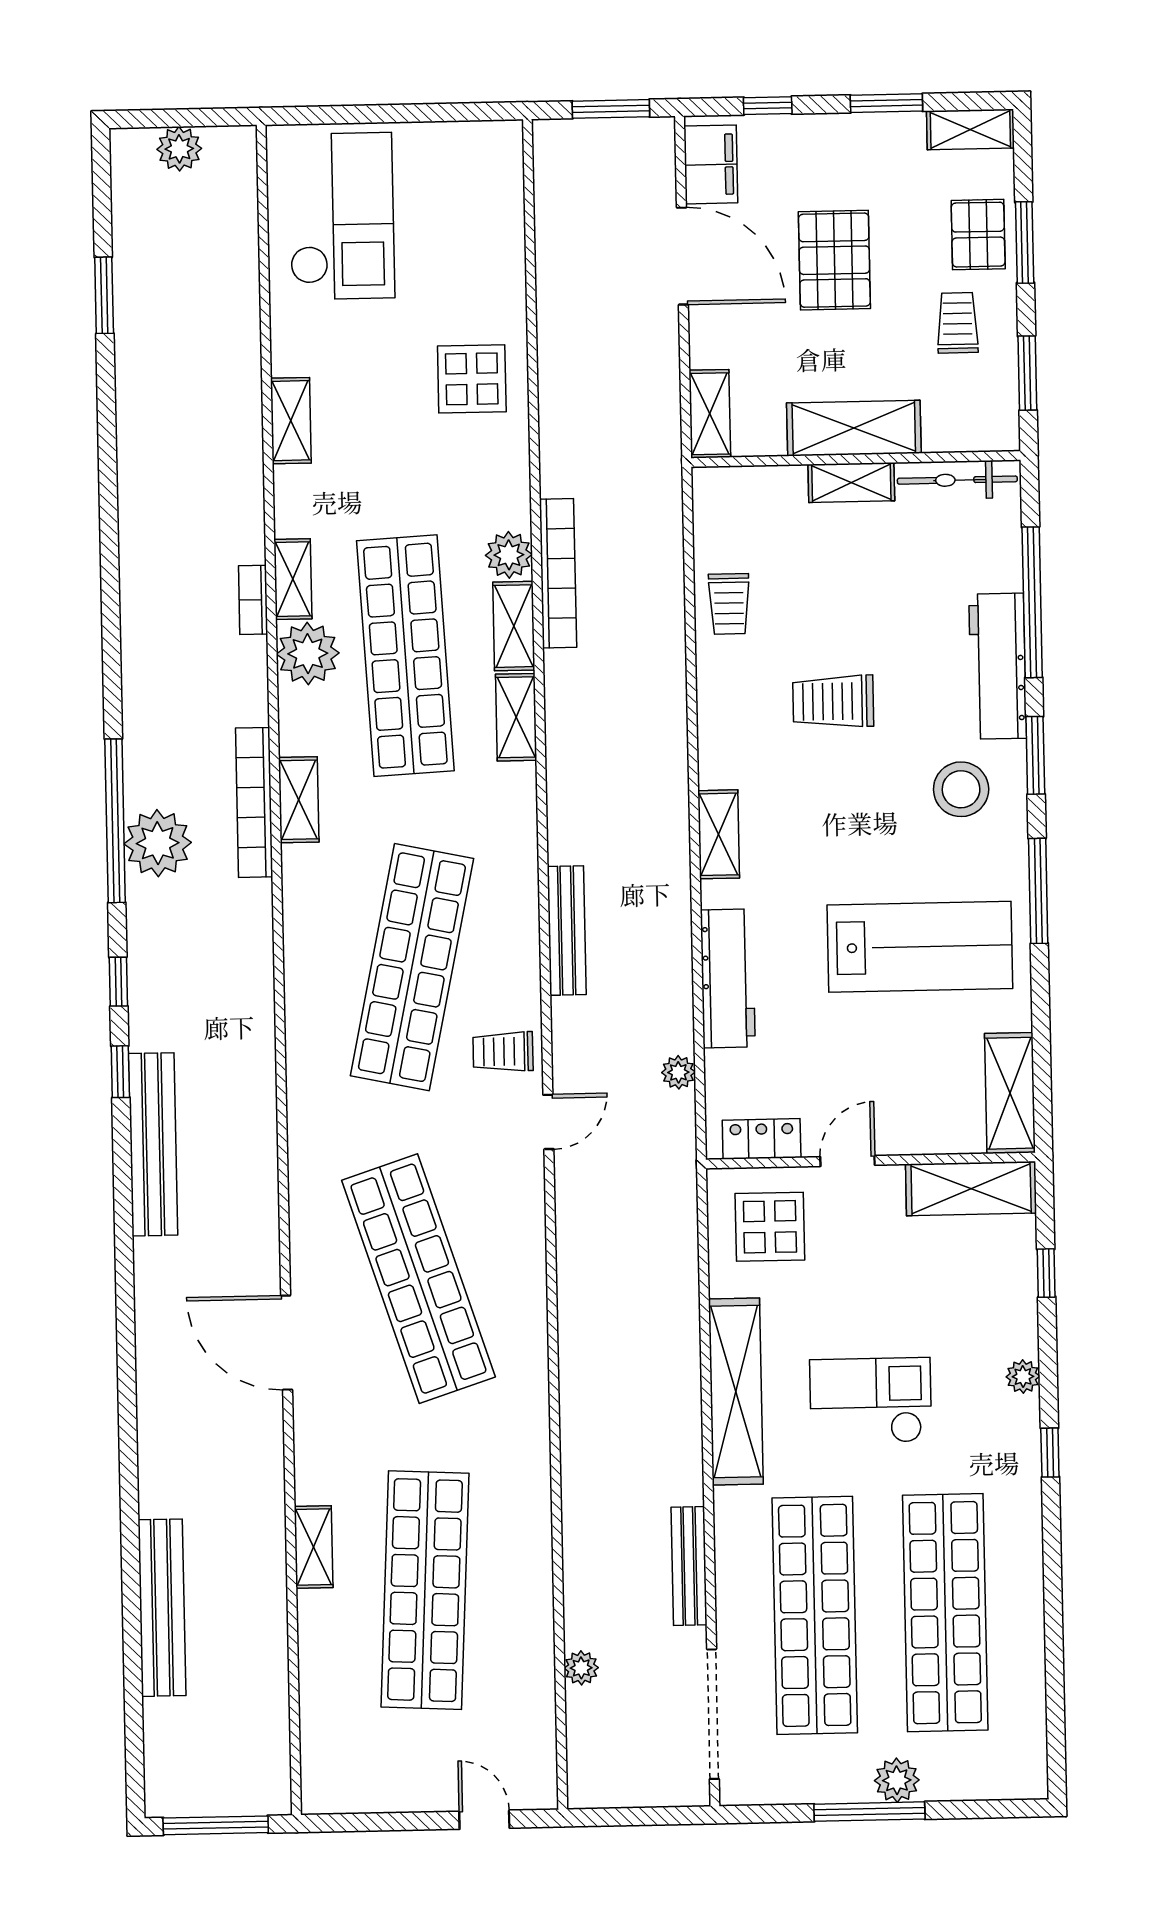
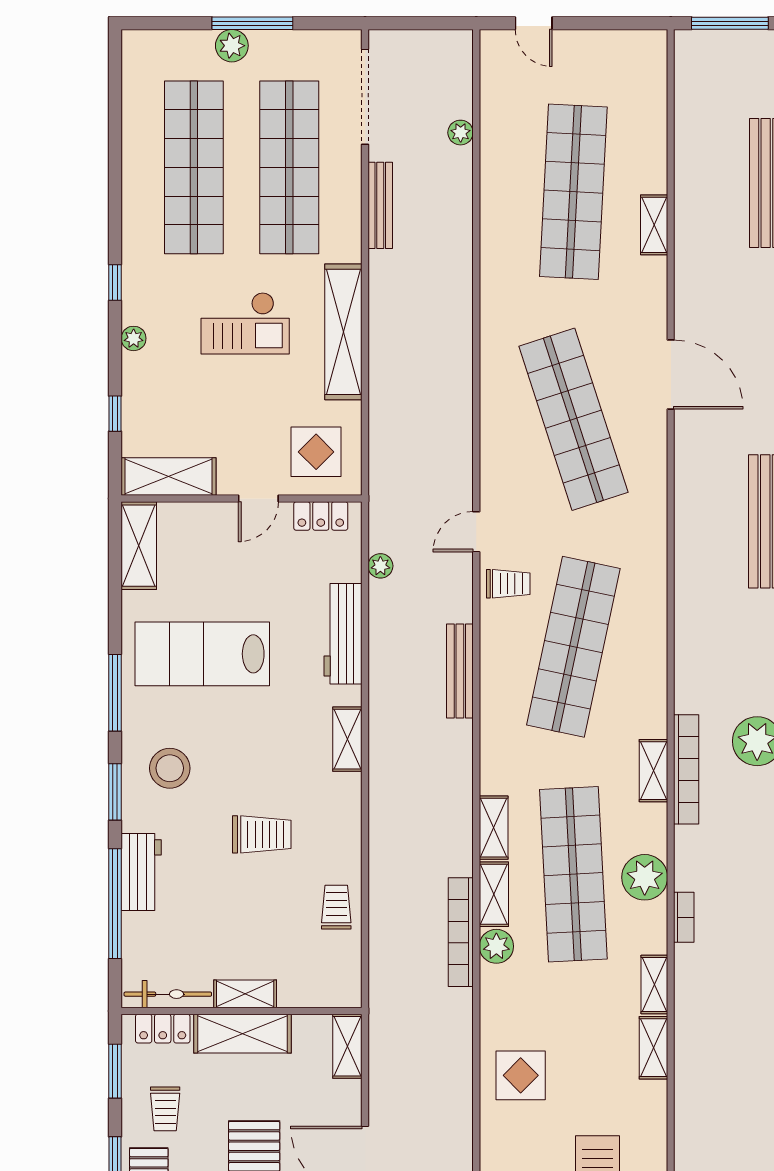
locker: (963, 433) -> (163, 1029), added
shelving: (293, 579) -> (654, 985), moved
workbench: (998, 666) -> (141, 872), width x0.73

